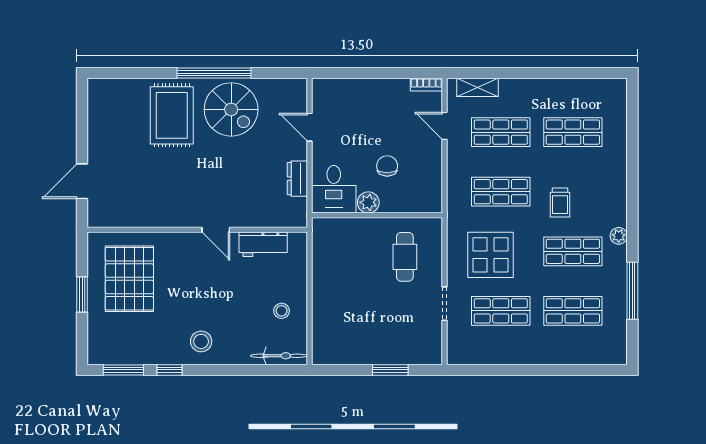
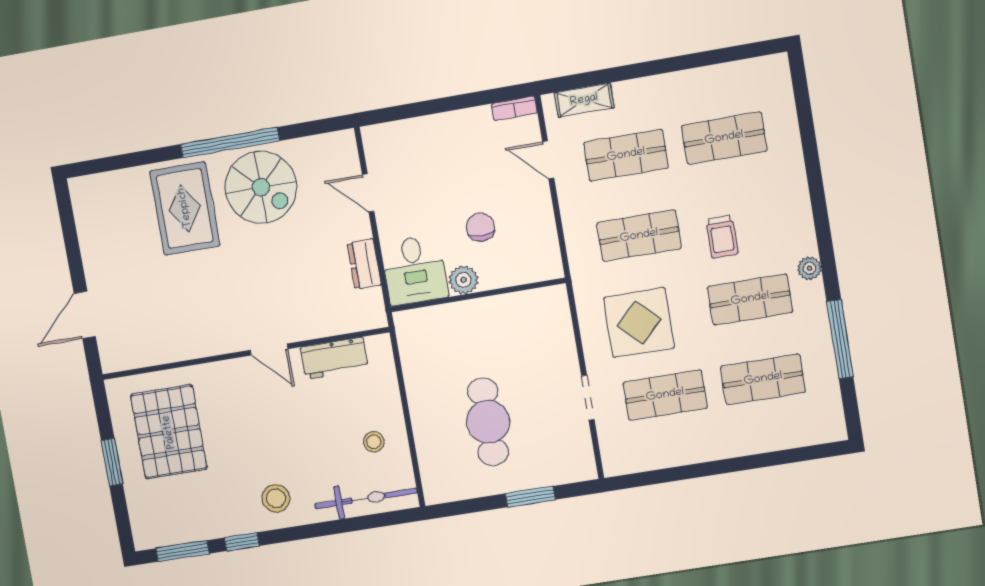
cafe table: (405, 257) -> (488, 422), moved, width x1.37, depth x1.35
bicycle: (279, 356) -> (366, 498), width x1.37, depth x1.40

